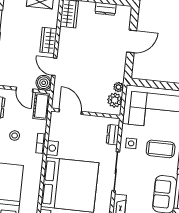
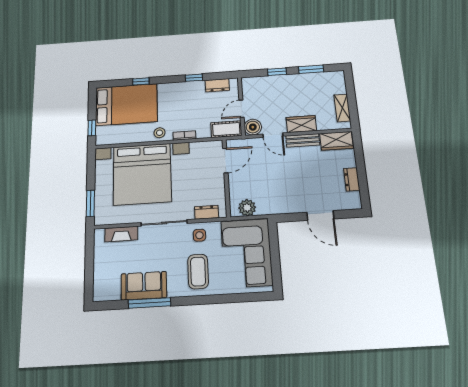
bench: (64, 42) -> (303, 140), added
door: (54, 67) -> (273, 135), swing flipped
plant: (118, 87) -> (263, 209), removed
stool: (15, 136) -> (160, 133), moved

